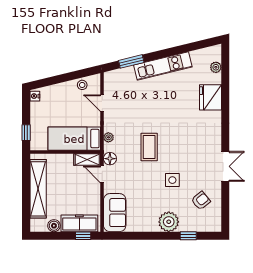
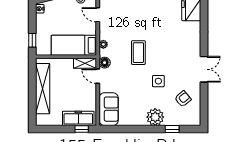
boiler: (54, 226) -> (56, 120), removed

